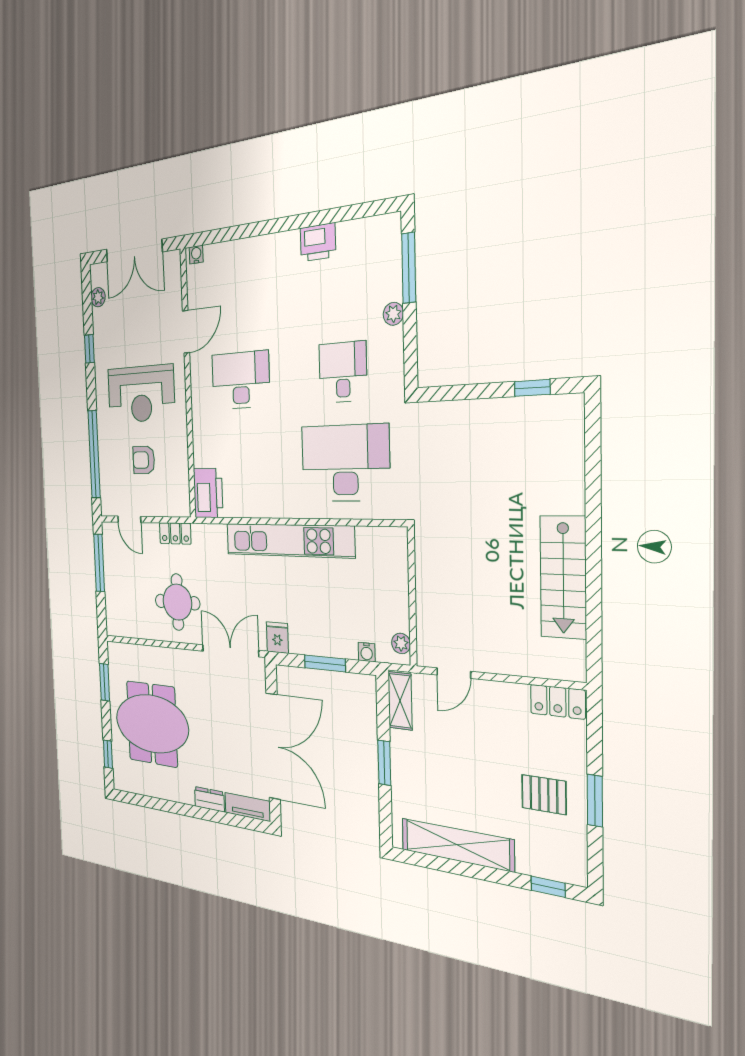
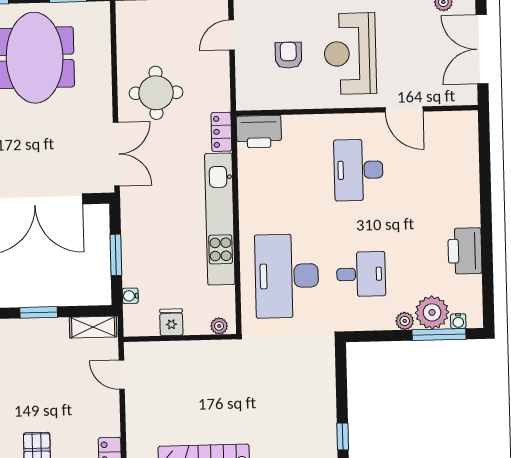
printer: (318, 242) -> (465, 251), width x1.37, depth x1.19
water cooler: (196, 255) -> (458, 321), moved, turned 90
plant: (384, 280) -> (432, 312), added
desk: (241, 380) -> (358, 170), turned 180
desk: (345, 463) -> (287, 276), turned 180
locker: (175, 533) -> (221, 132), moved
fridge: (277, 638) -> (171, 322), moved, turned -90
plant: (401, 643) -> (219, 326), moved

